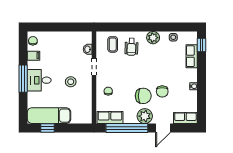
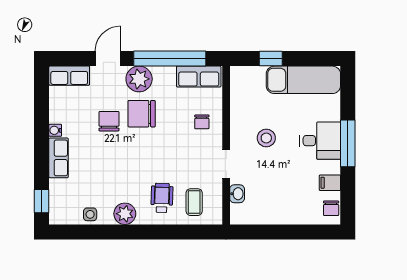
row of seats: (192, 56) -> (59, 158), moved
window: (47, 128) -> (271, 59), moved

